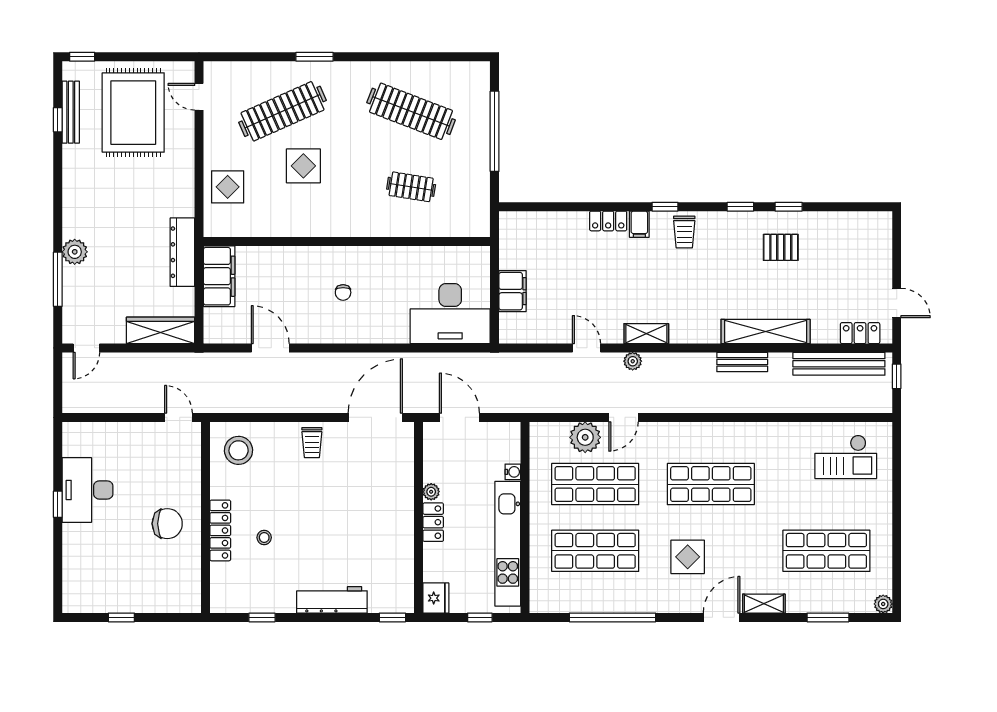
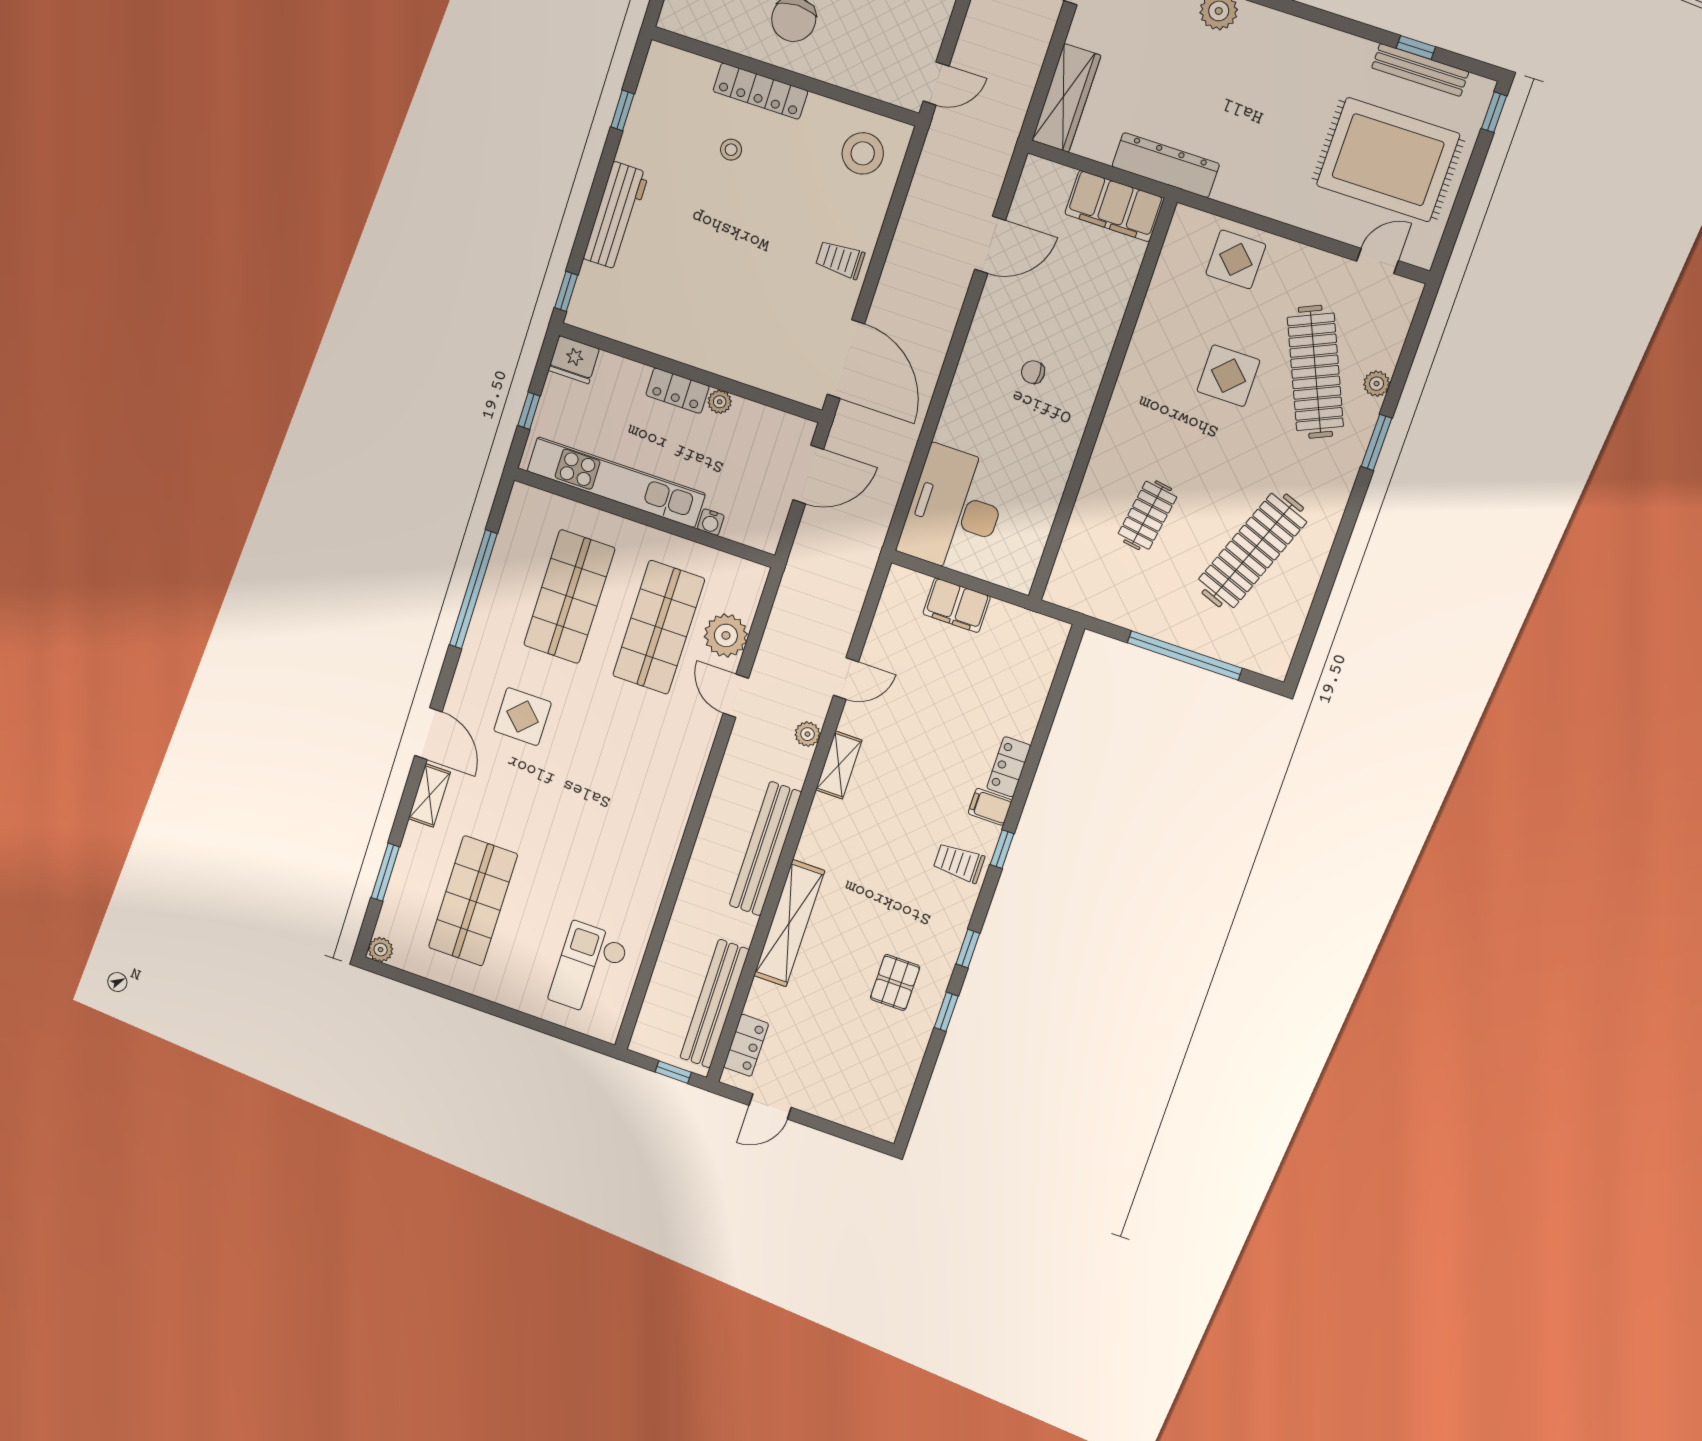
plant: (277, 70) -> (1377, 384), added
bench: (742, 362) -> (765, 849), width x1.86, depth x1.21
shop shelf: (711, 484) -> (609, 781), removed

